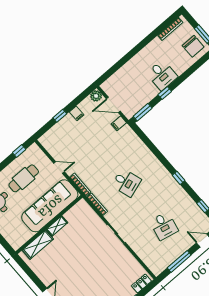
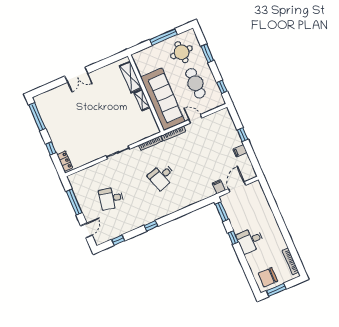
plant: (96, 96) -> (250, 174), removed
door: (59, 167) -> (195, 119), swing flipped

